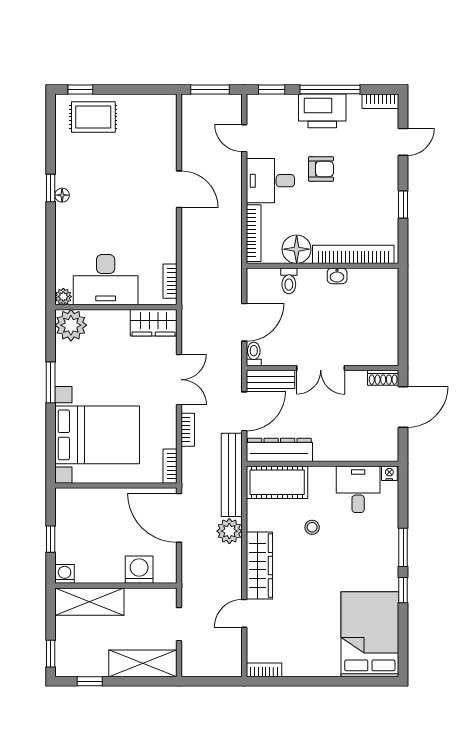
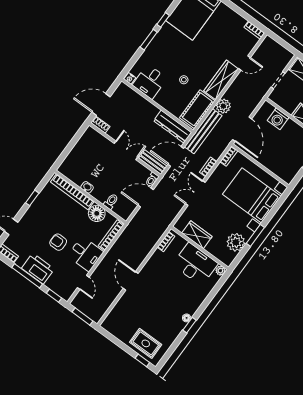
wardrobe: (154, 323) -> (197, 235), moved
plant: (71, 325) -> (236, 242), moved
cot: (277, 482) -> (197, 109), moved, turned 90

